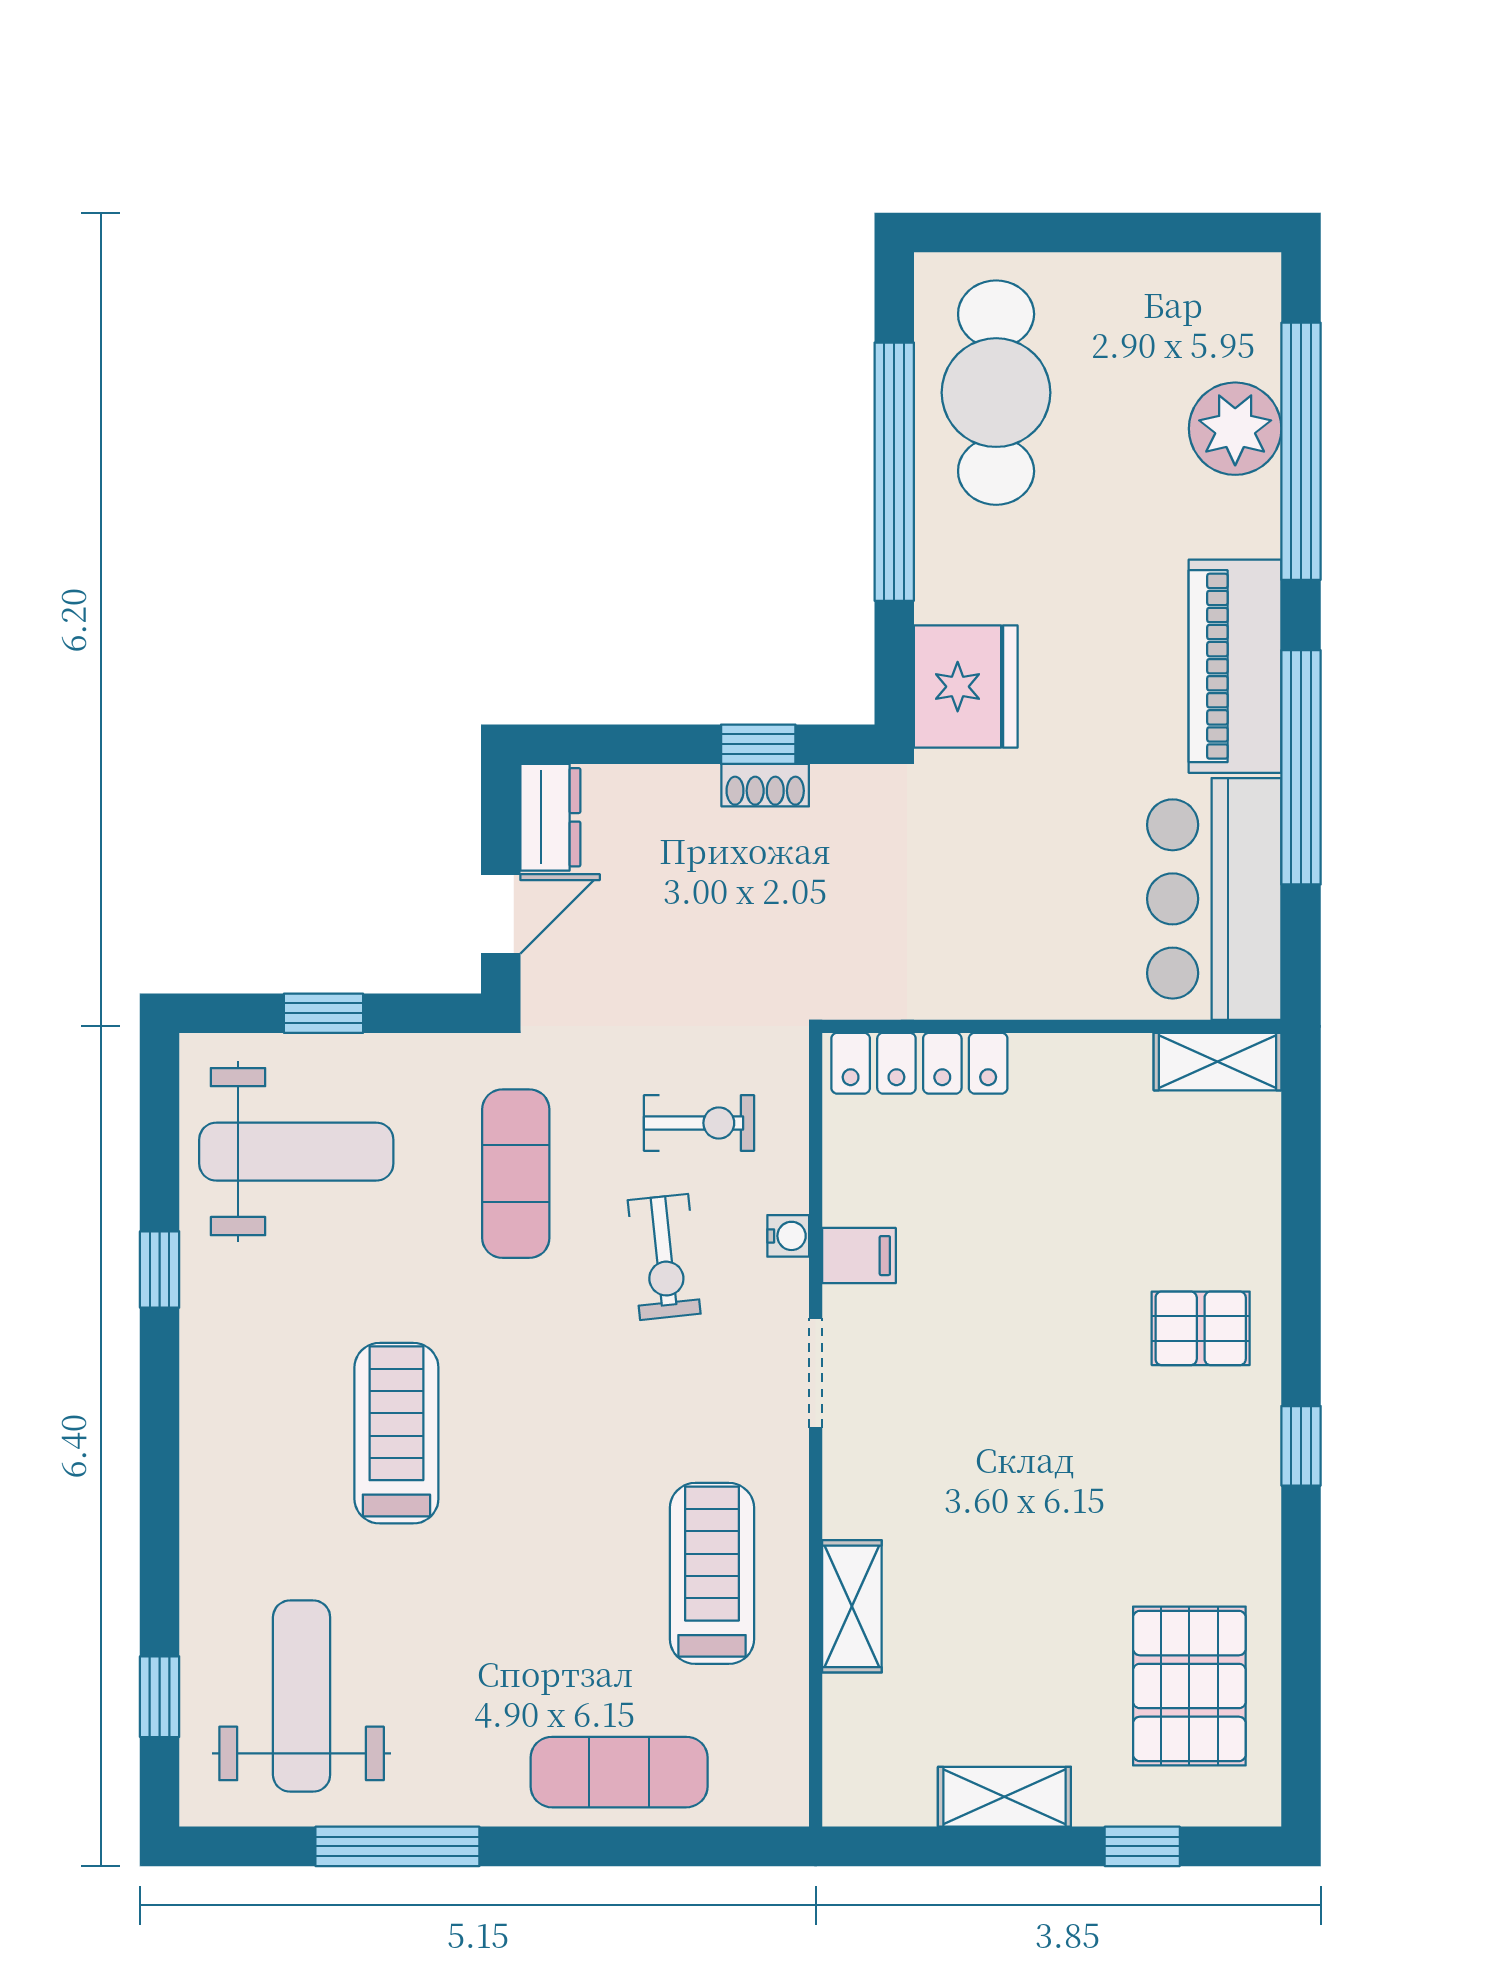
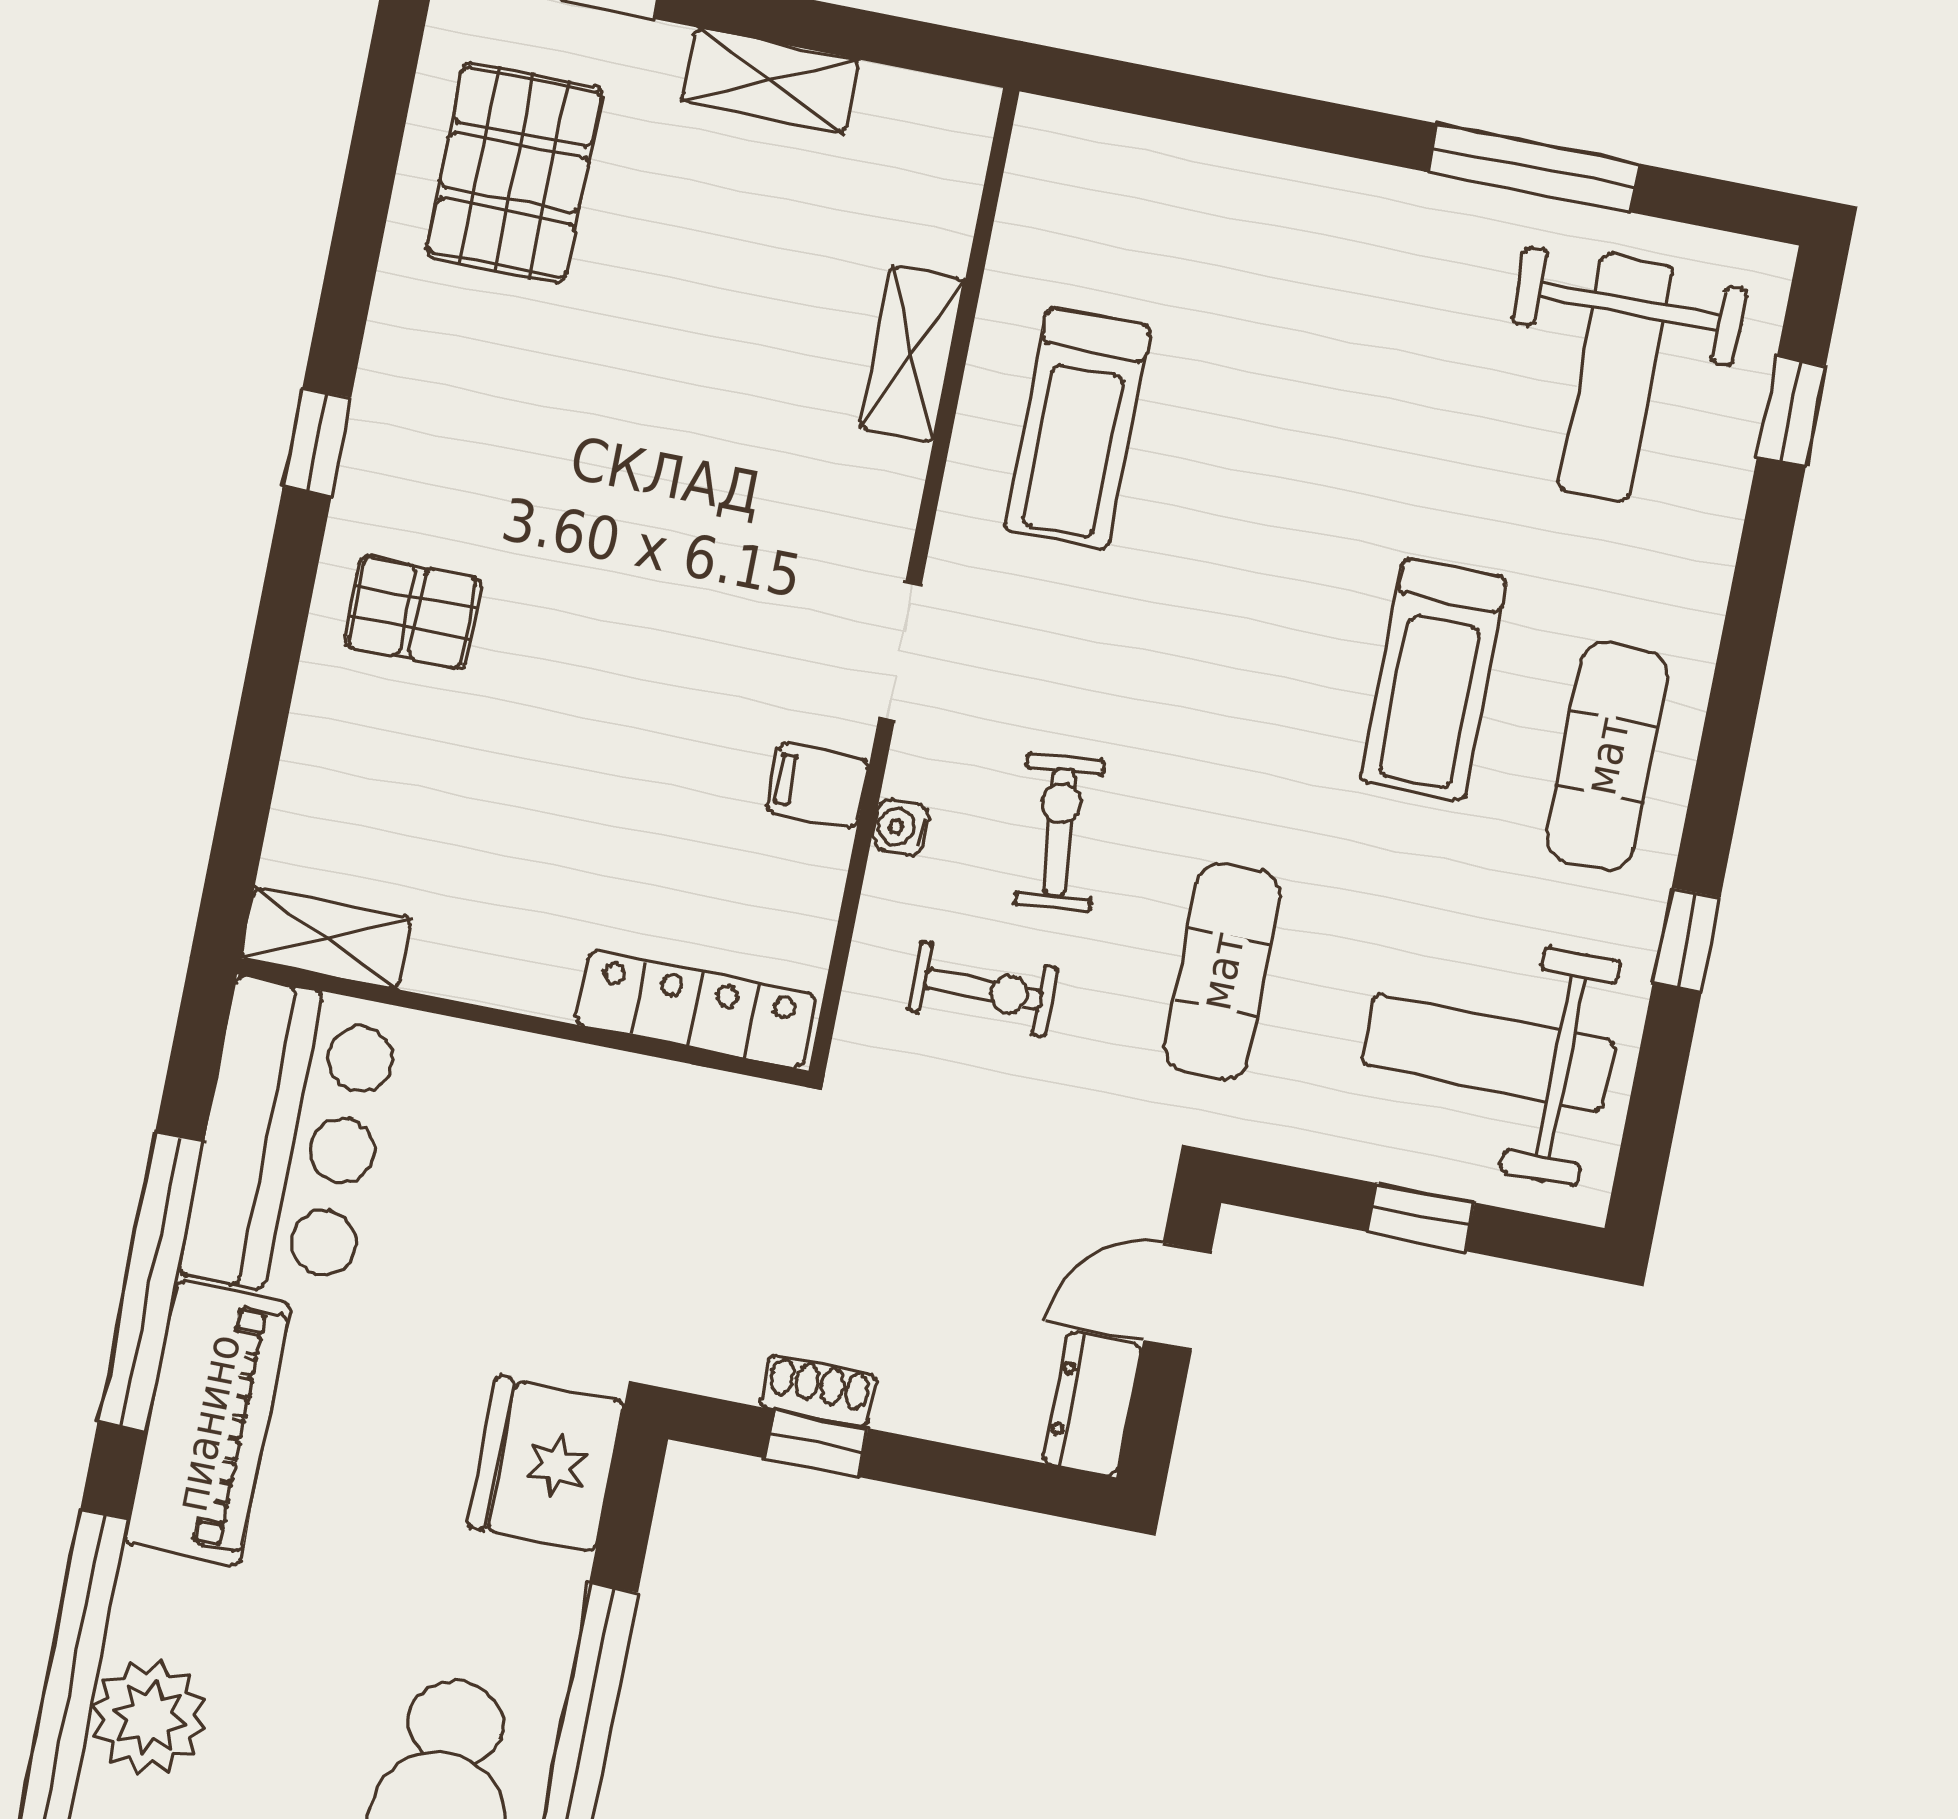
exercise bike: (699, 1123) -> (983, 989), turned 180
exercise mat: (619, 1772) -> (1607, 756), moved, turned 90

